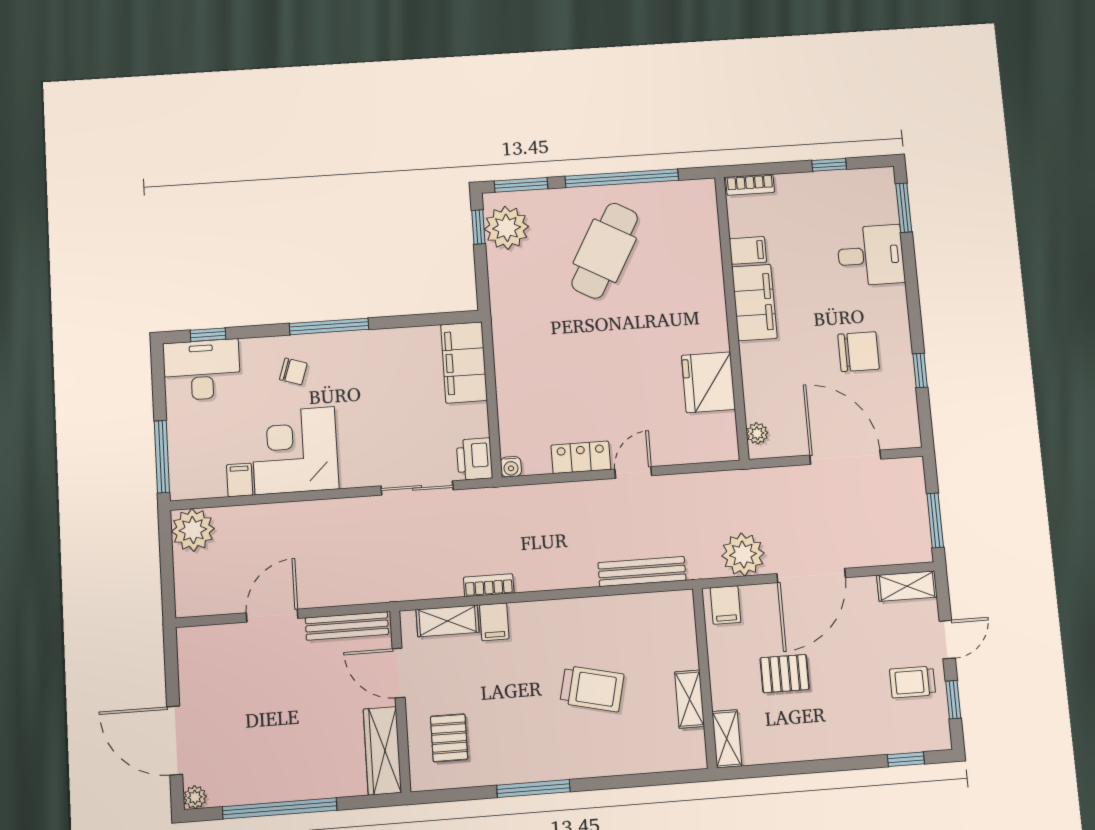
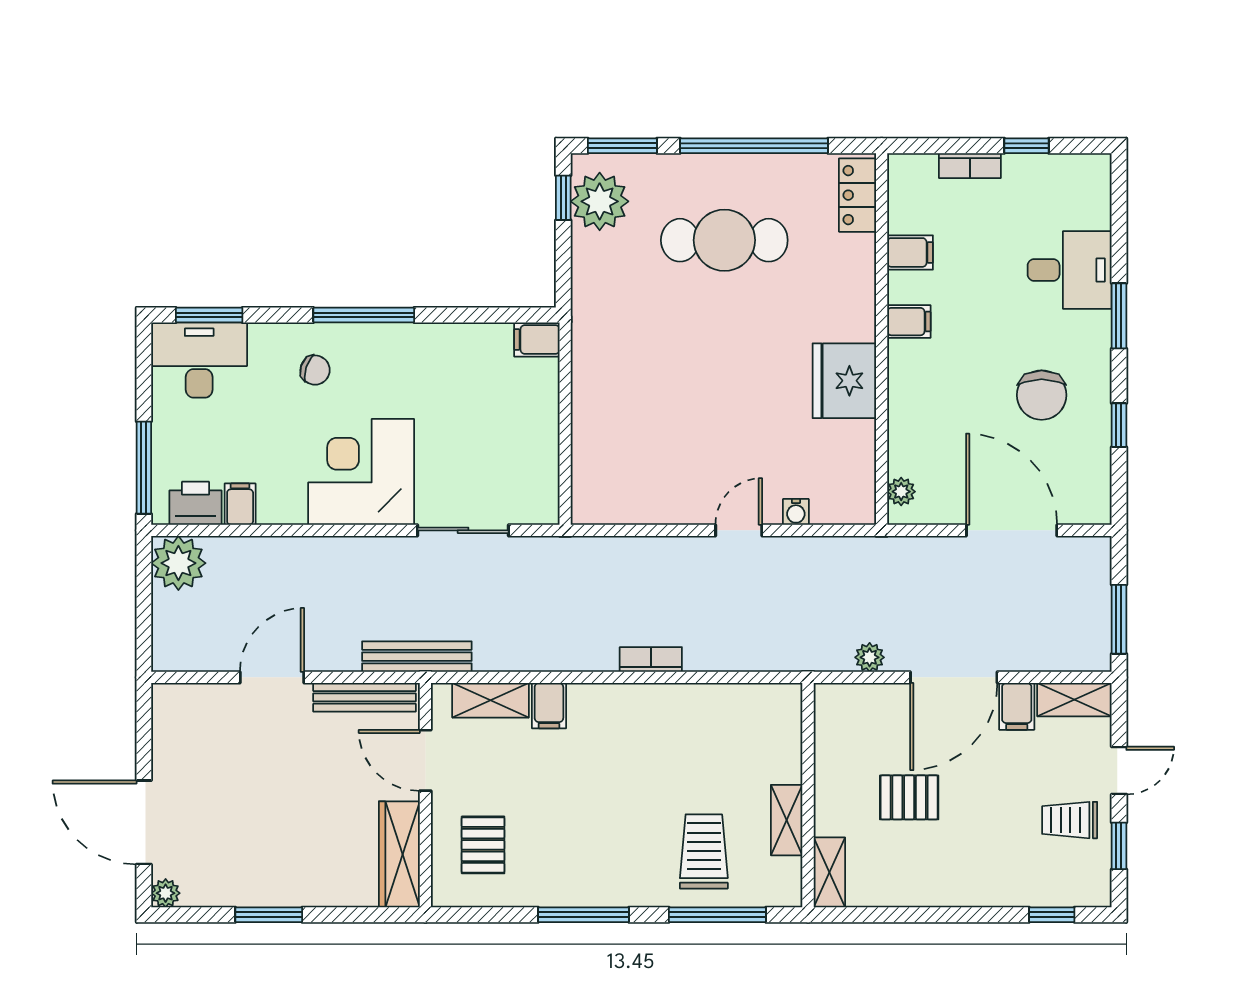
bookcase: (750, 185) -> (970, 166), moved
window: (904, 208) -> (1119, 316), moved
cafe table: (605, 251) -> (724, 240), turned 61
filing cabinet: (754, 303) -> (909, 322), width x0.33, depth x0.86
window: (208, 335) -> (209, 315), width x1.50
chair: (859, 352) -> (1042, 395), turned 90
filing cabinet: (464, 362) -> (537, 339), width x0.33, depth x0.86
fridge: (708, 382) -> (844, 381), moved
corner desk: (295, 451) -> (361, 472), moved
locker: (581, 457) -> (858, 195), moved, turned -90
printer: (475, 459) -> (196, 503), moved, turned 90
water cooler: (511, 467) -> (796, 512), moved
plant: (743, 554) -> (870, 657), width x0.53, depth x0.53
bench: (642, 572) -> (417, 657), moved
bookcase: (489, 585) -> (651, 660), moved
filing cabinet: (725, 605) -> (1017, 706), moved
trolley: (592, 689) -> (704, 851), moved, turned -103
window: (641, 780) -> (717, 915), added
window: (280, 808) -> (269, 915), width x0.47

